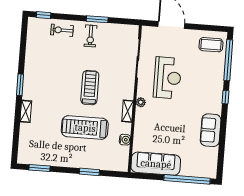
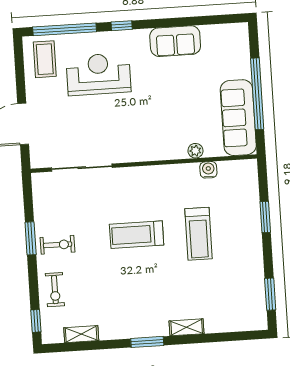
reception desk: (167, 78) -> (98, 74), moved
plant: (141, 102) -> (195, 151), moved
shelving: (128, 111) -> (81, 334), moved
treadmill: (85, 128) -> (198, 234), width x0.73, depth x0.73
window: (187, 179) -> (257, 94), moved

